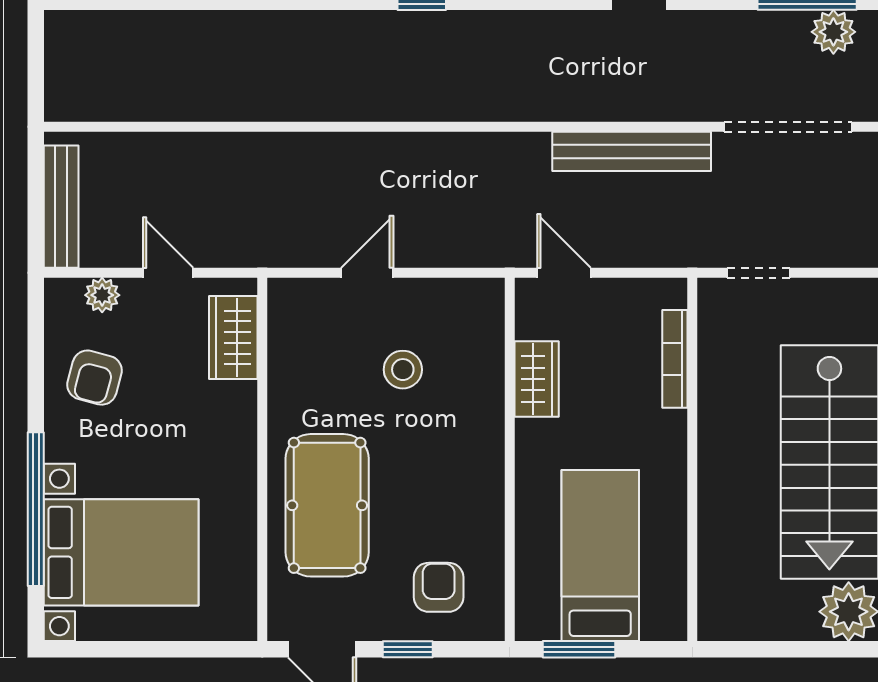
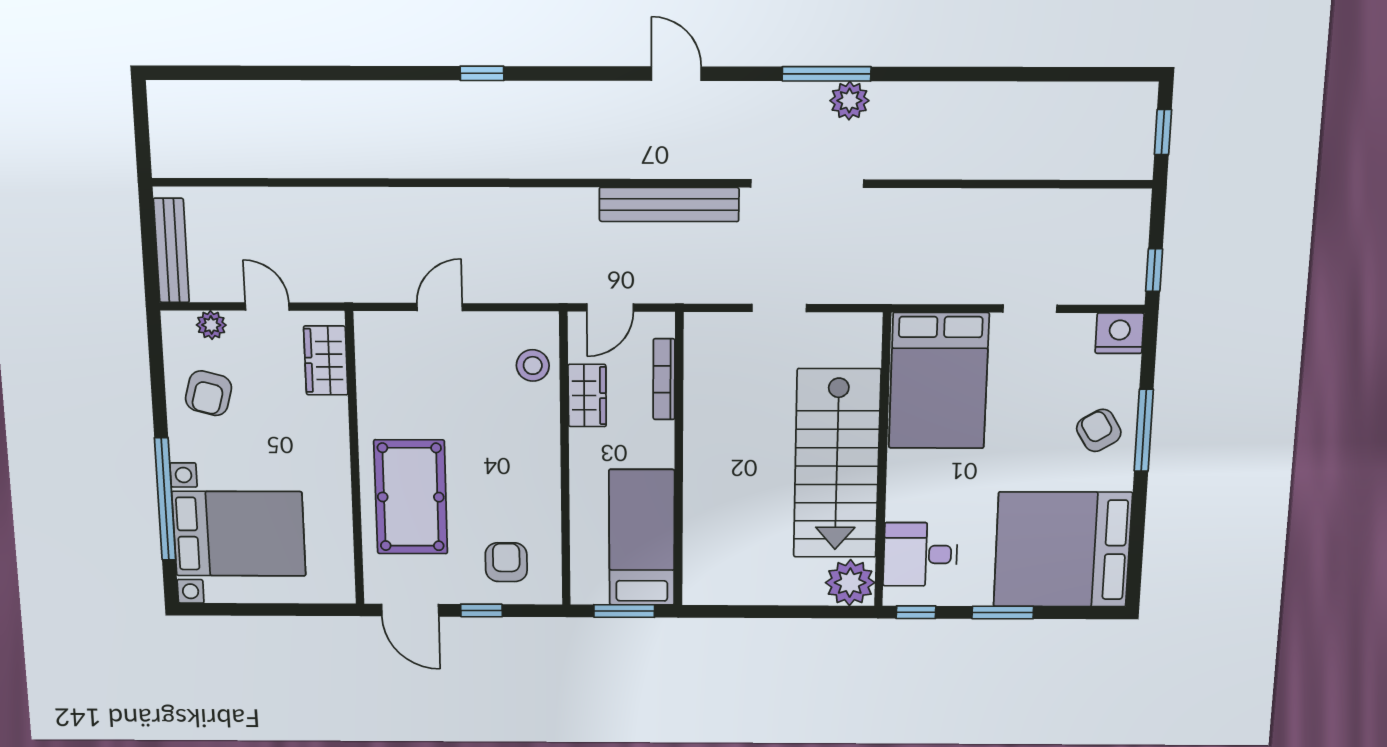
door: (564, 273) -> (610, 308), swing flipped
bookcase: (675, 359) -> (664, 379), moved
stool: (403, 370) -> (533, 365), moved
wall: (692, 459) -> (679, 461), moved

